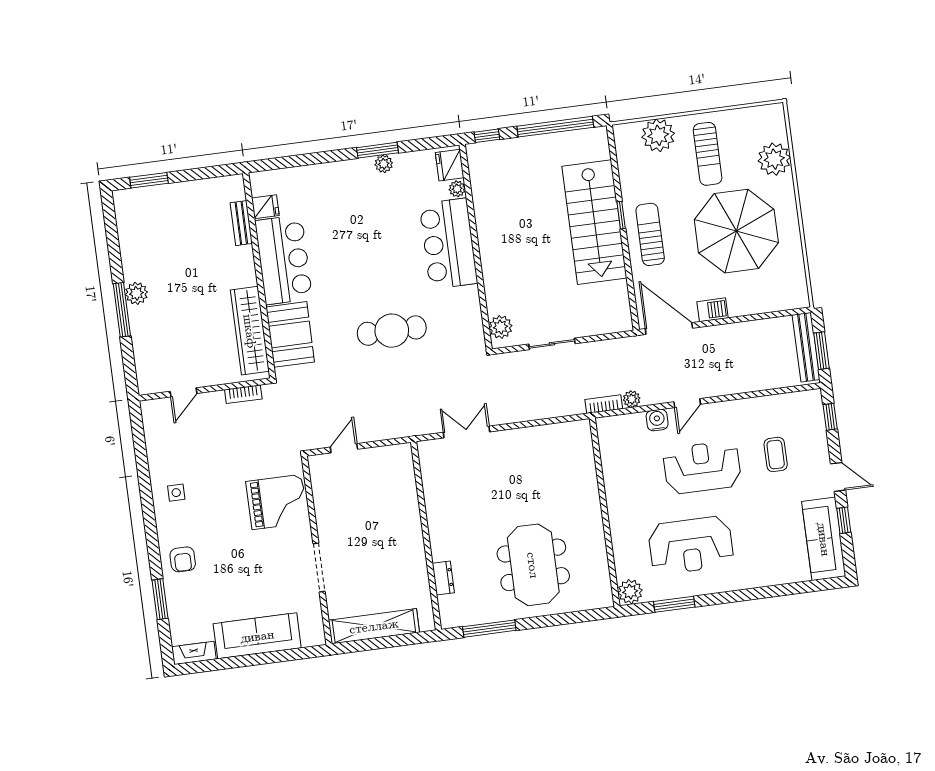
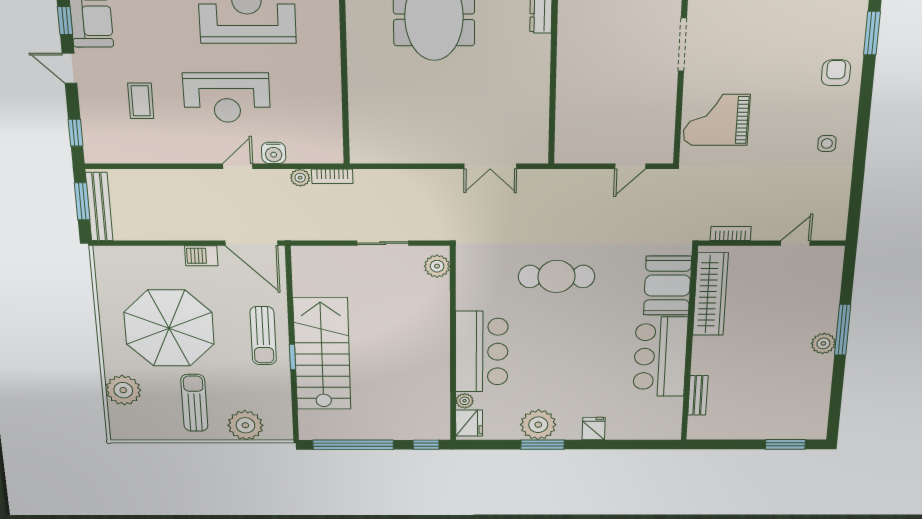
plant: (384, 164) -> (538, 425), width x1.88, depth x1.88
fridge: (265, 207) -> (594, 429), moved, turned 90

